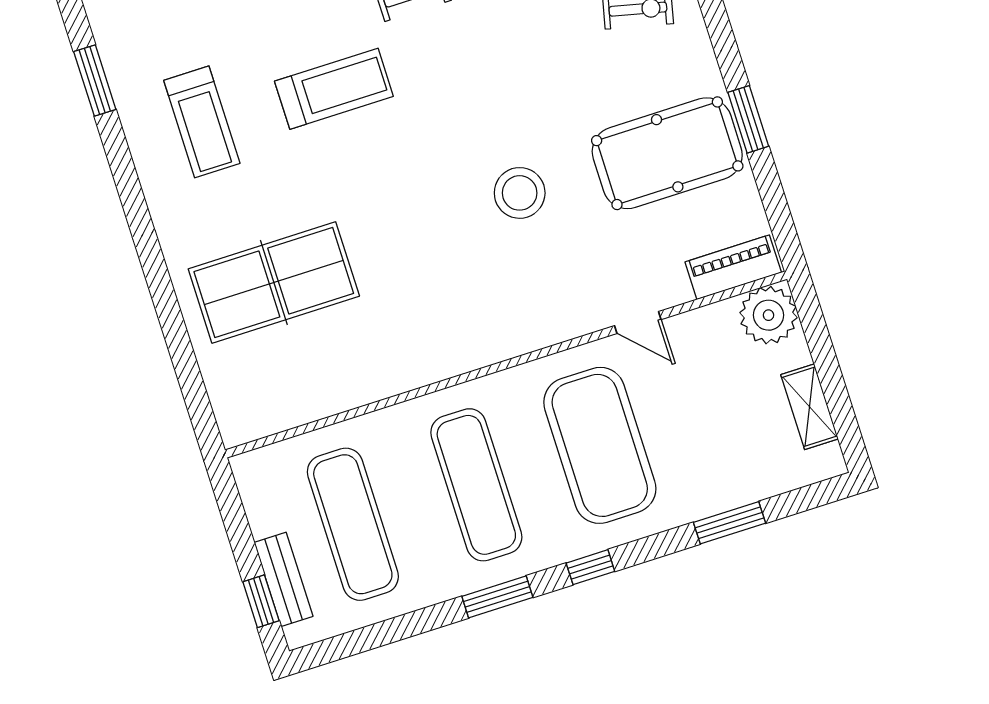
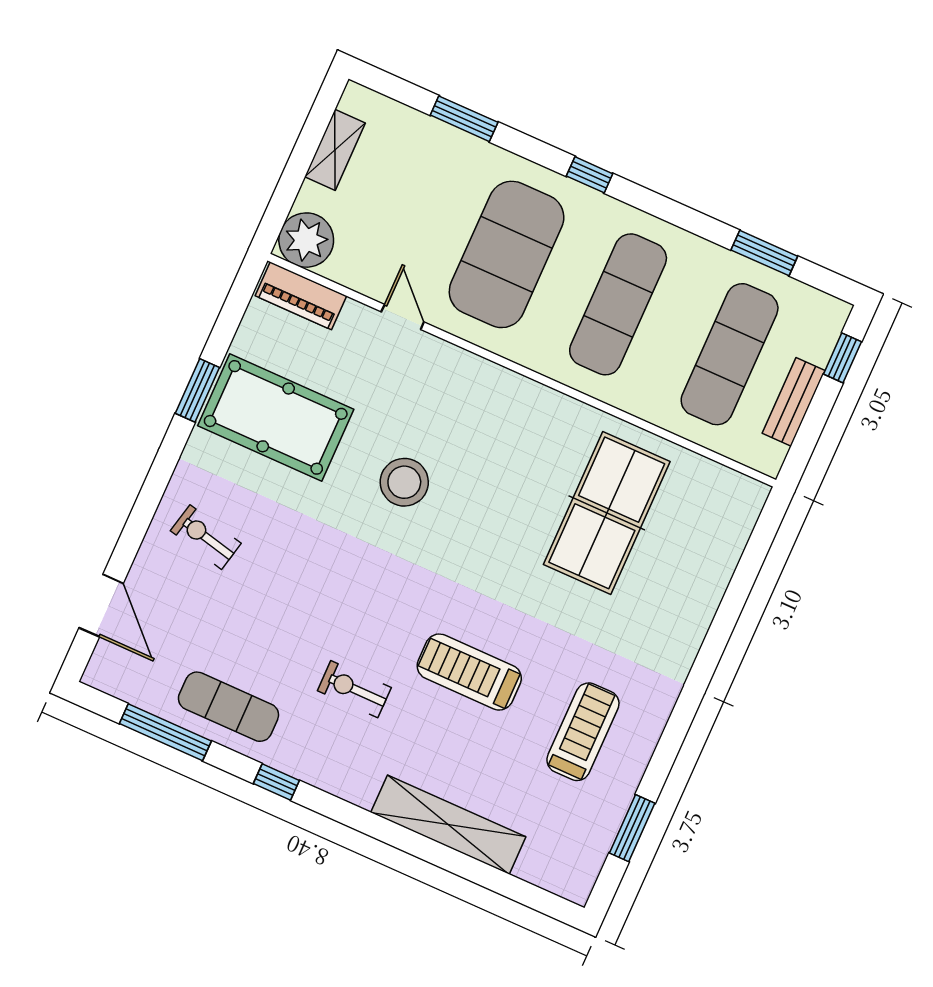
table tennis table: (274, 282) -> (607, 513), moved, turned 90
bench: (284, 579) -> (794, 402), moved
window: (497, 597) -> (764, 253), moved

